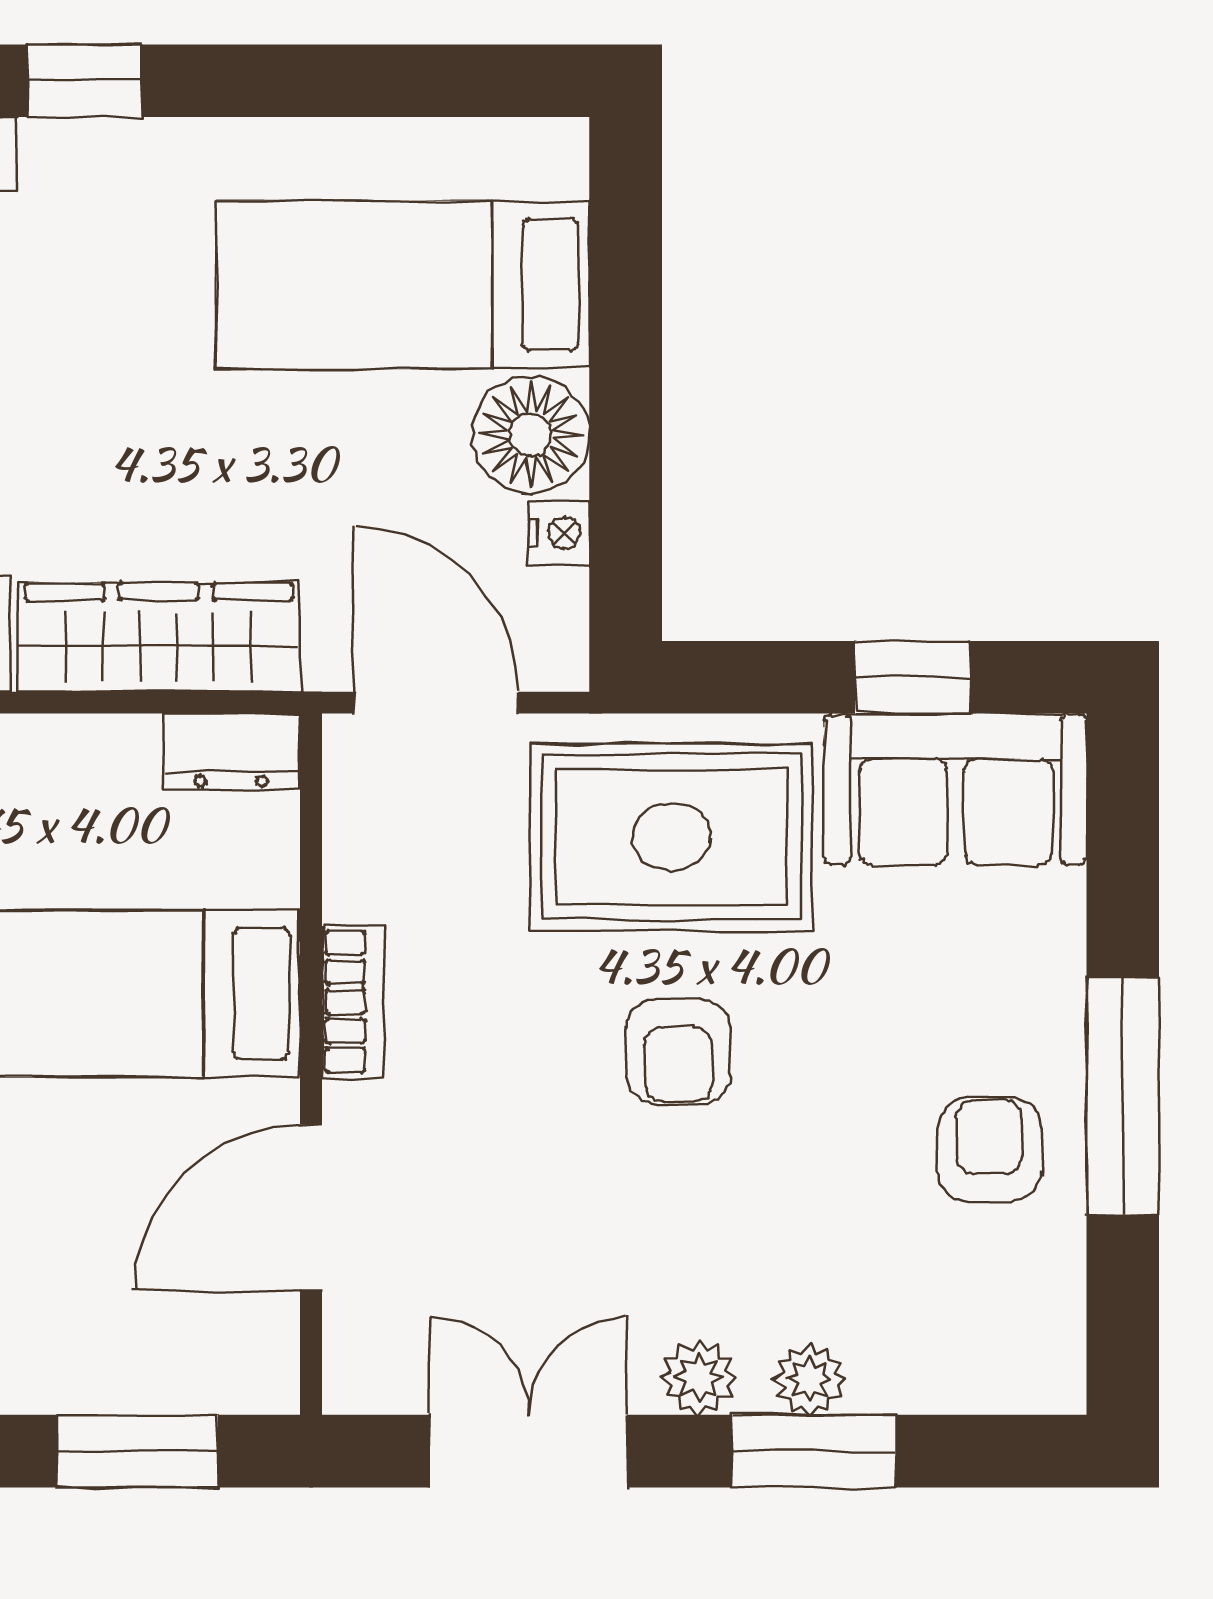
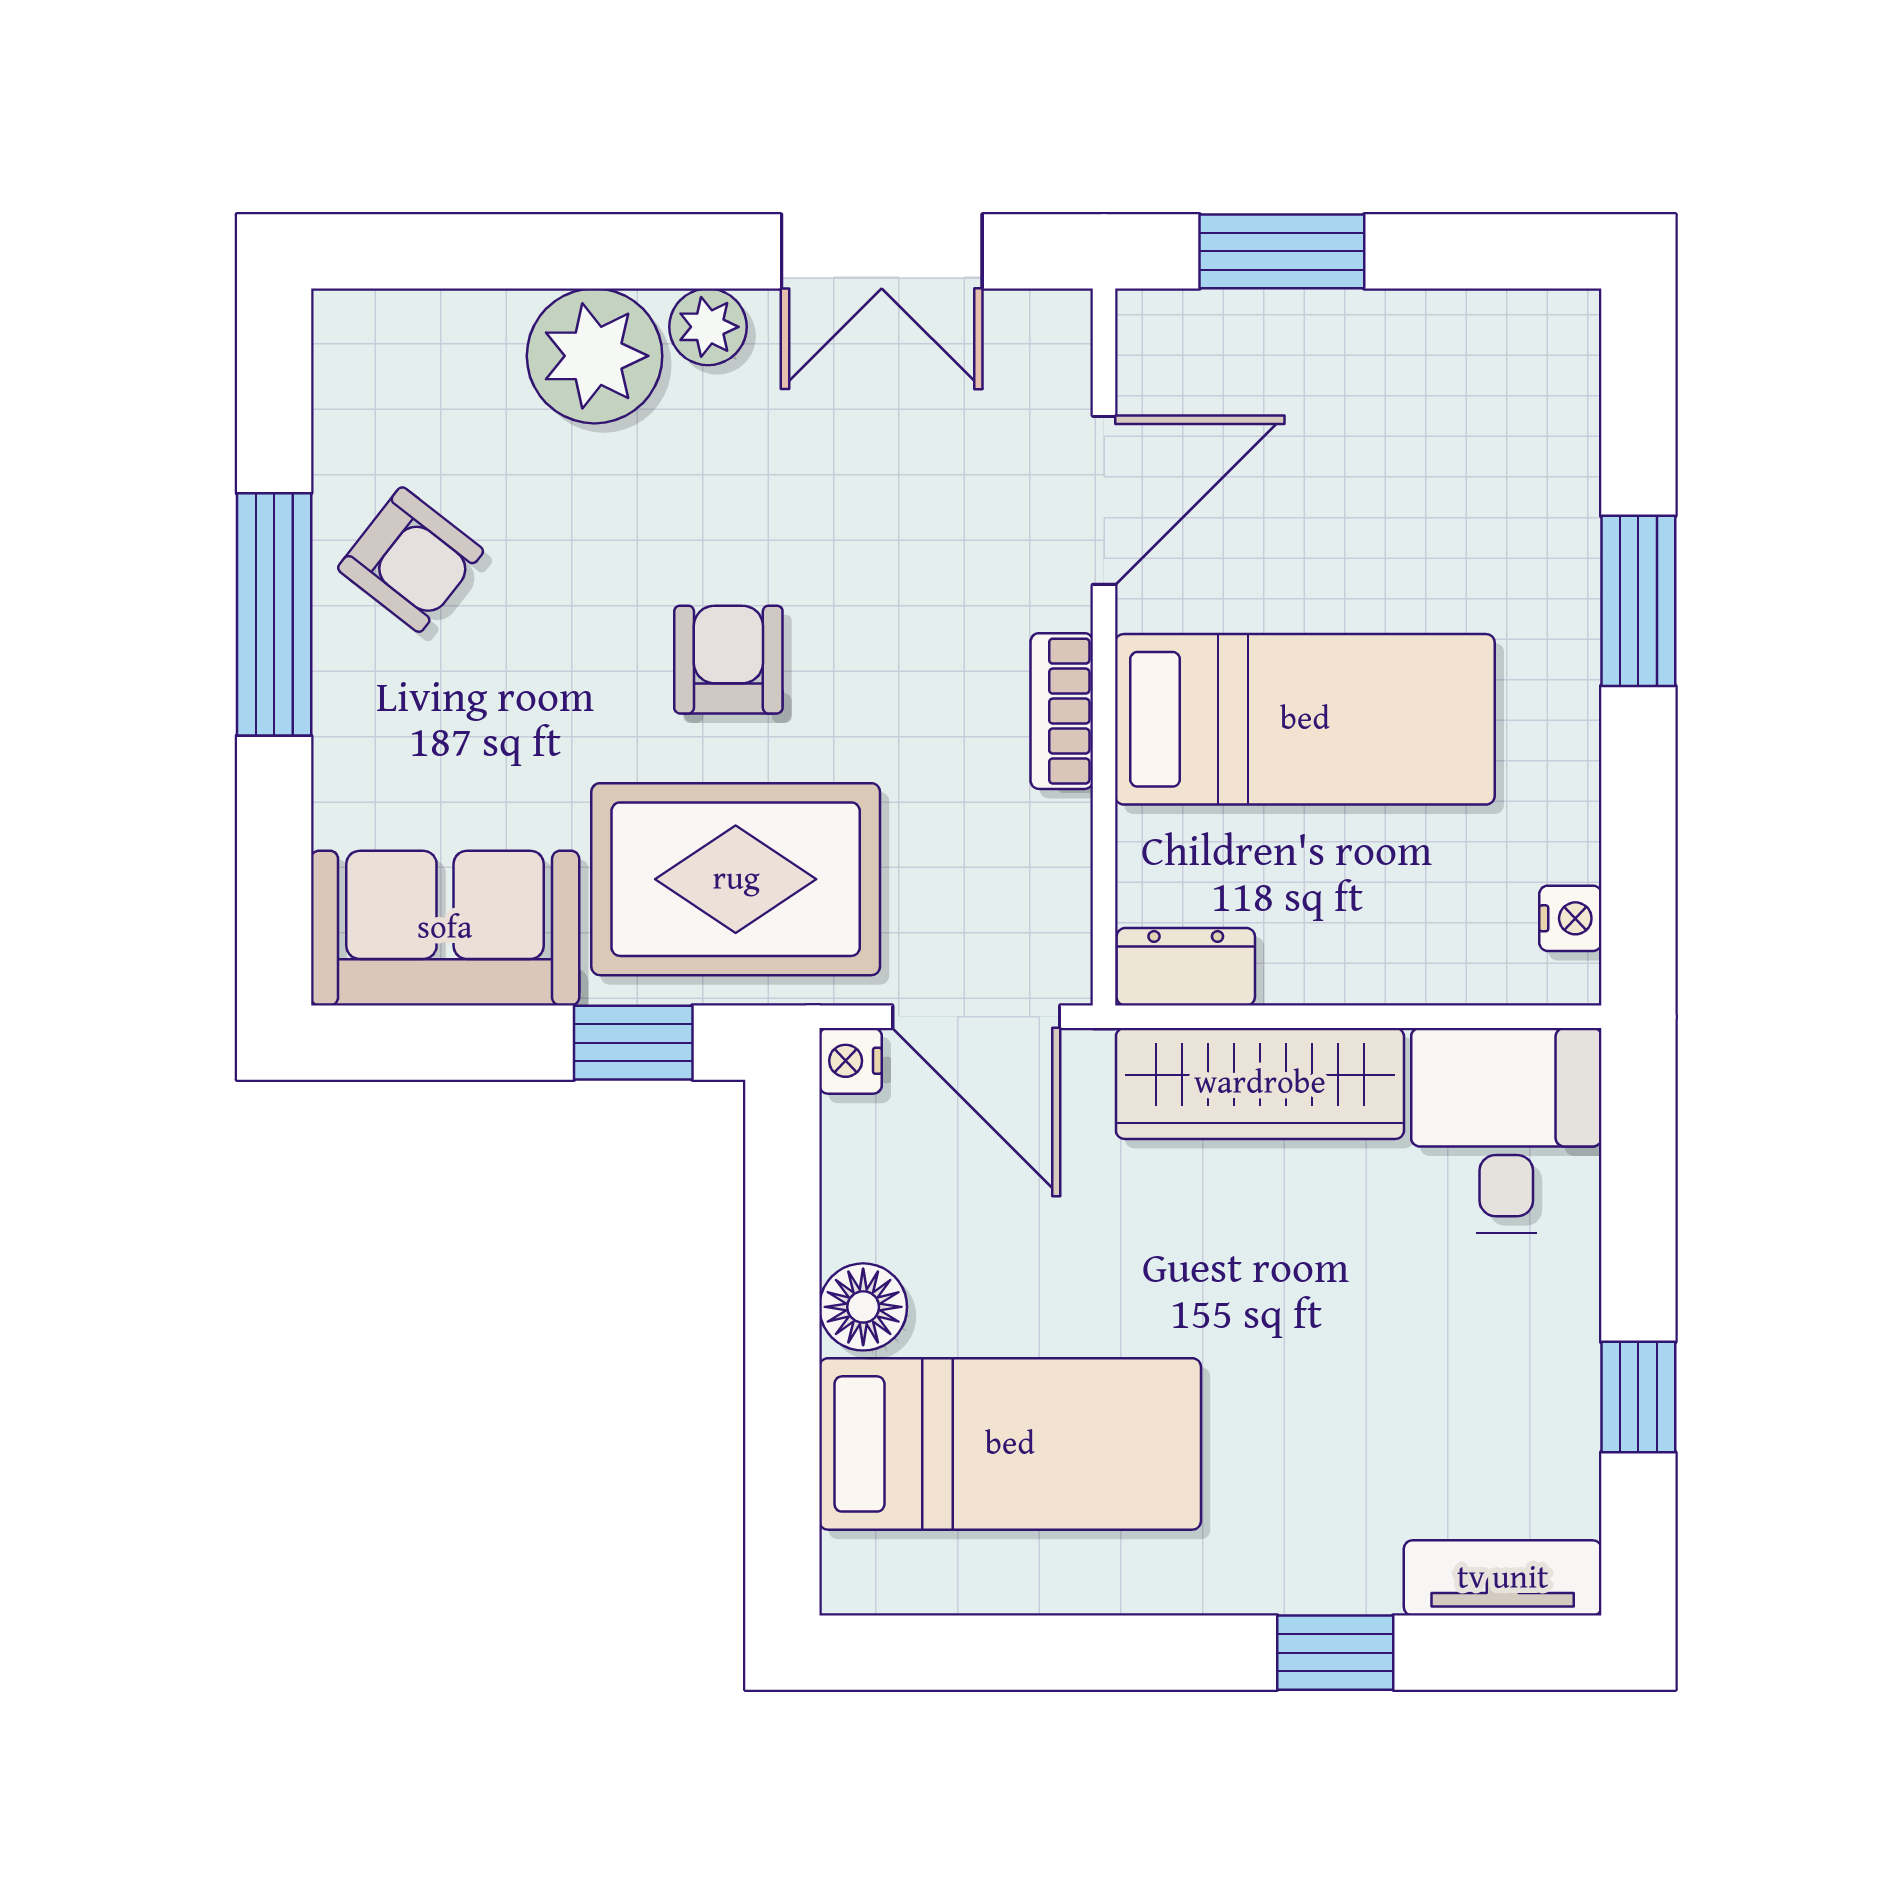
floor lamp: (531, 435) -> (863, 1307), width x0.73, depth x0.73
nightstand: (559, 533) -> (851, 1061), moved
window: (913, 677) -> (633, 1043), moved
armchair: (989, 1150) -> (411, 560), turned -52
plant: (809, 1380) -> (595, 356), width x1.87, depth x1.87
window: (814, 1451) -> (590, 251), removed

